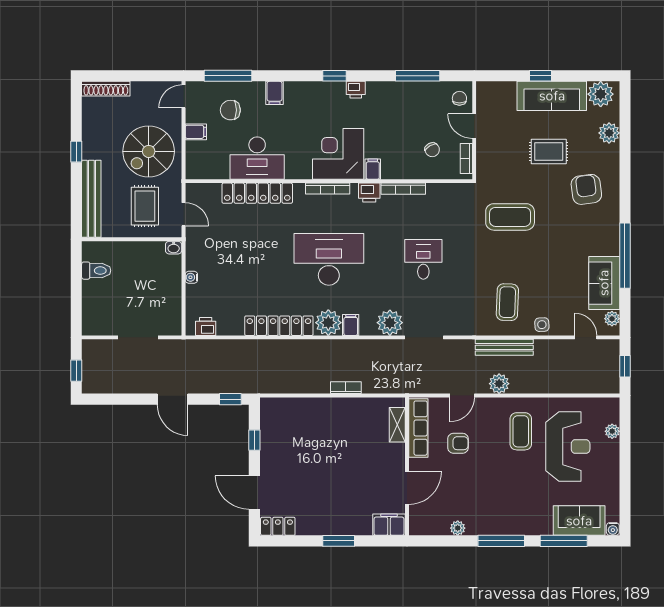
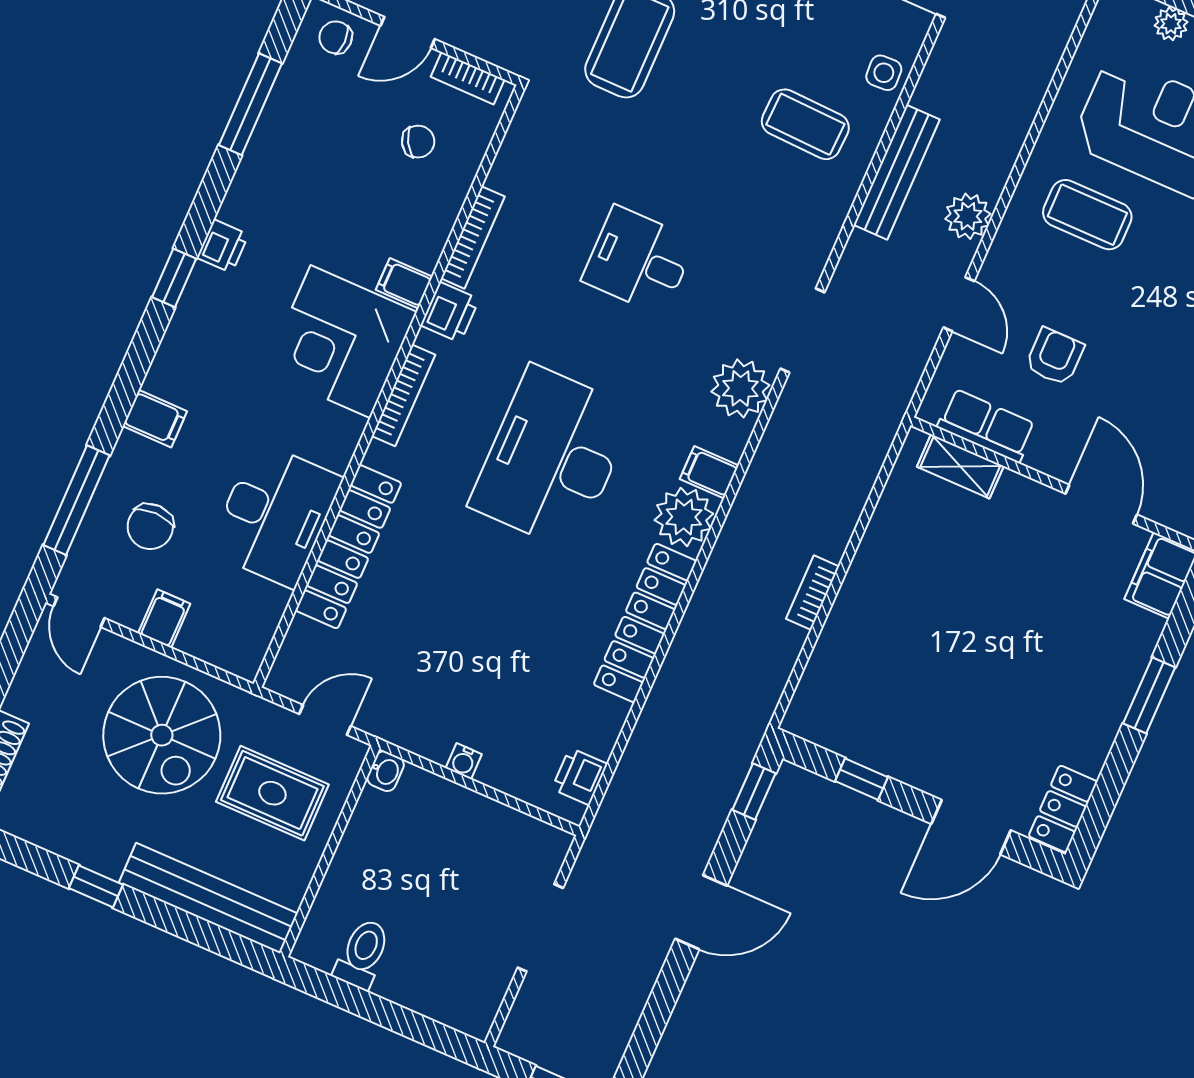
bookcase: (346, 388) -> (813, 593), moved
row of seats: (418, 428) -> (986, 426), width x0.68

